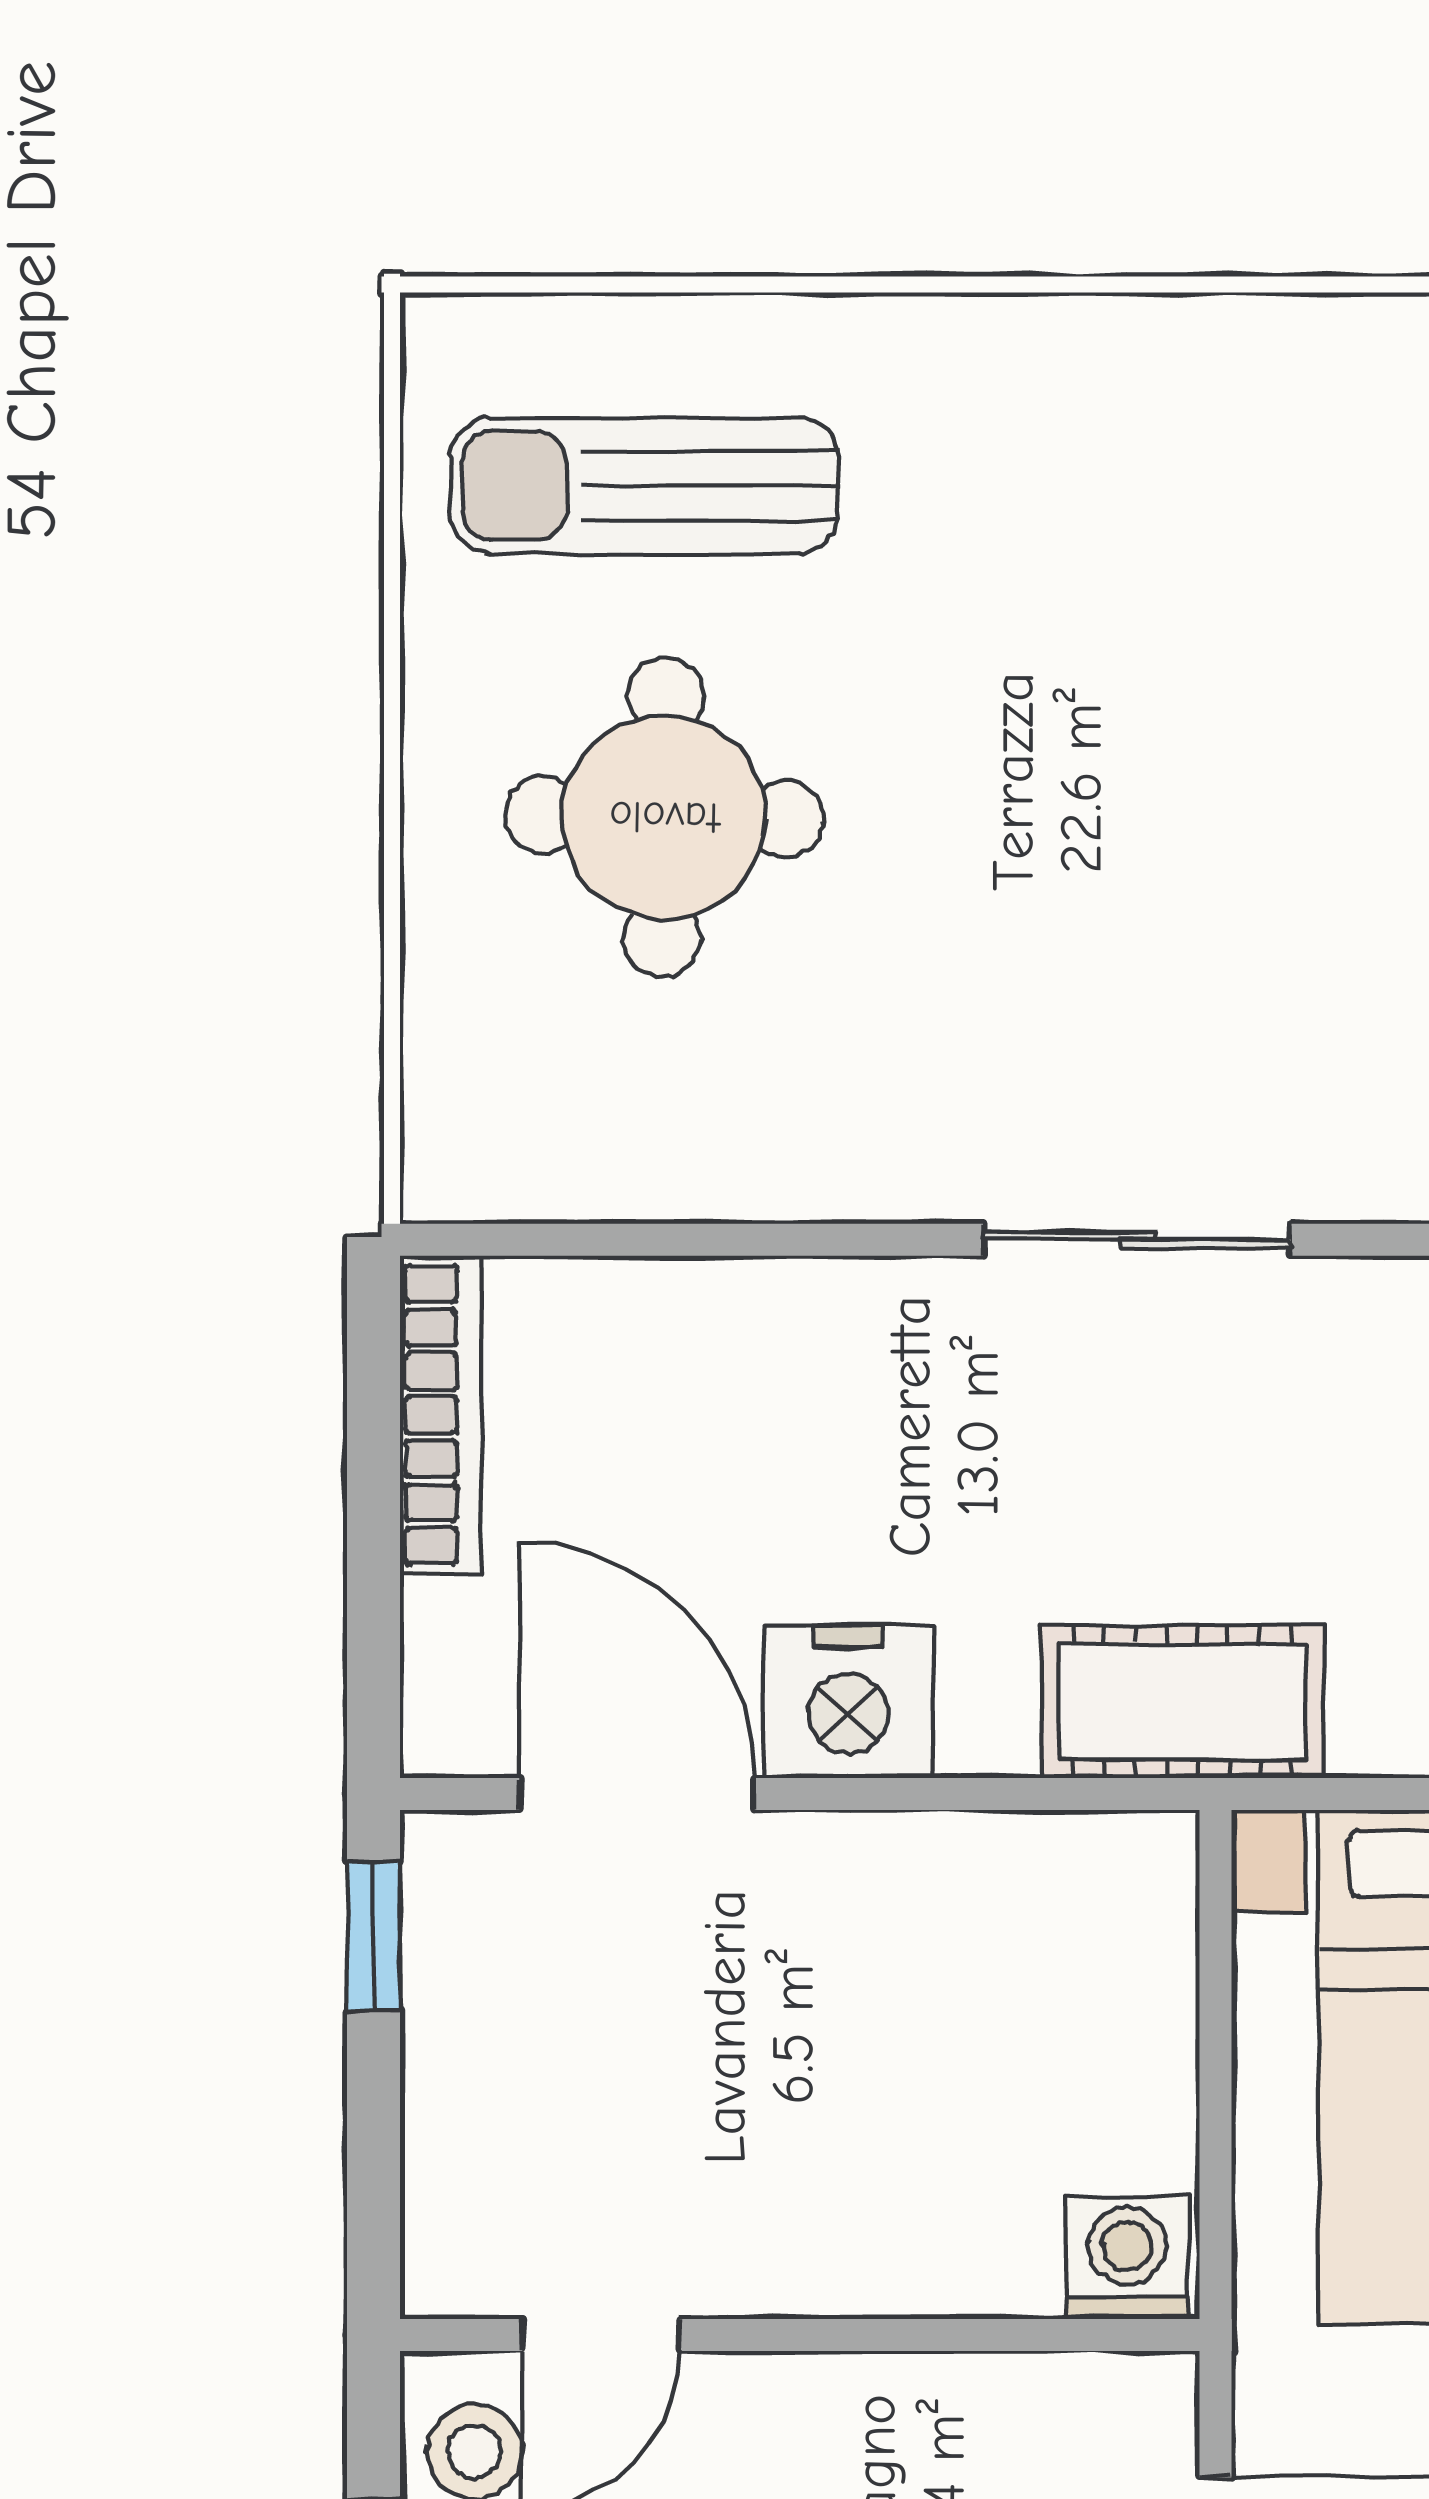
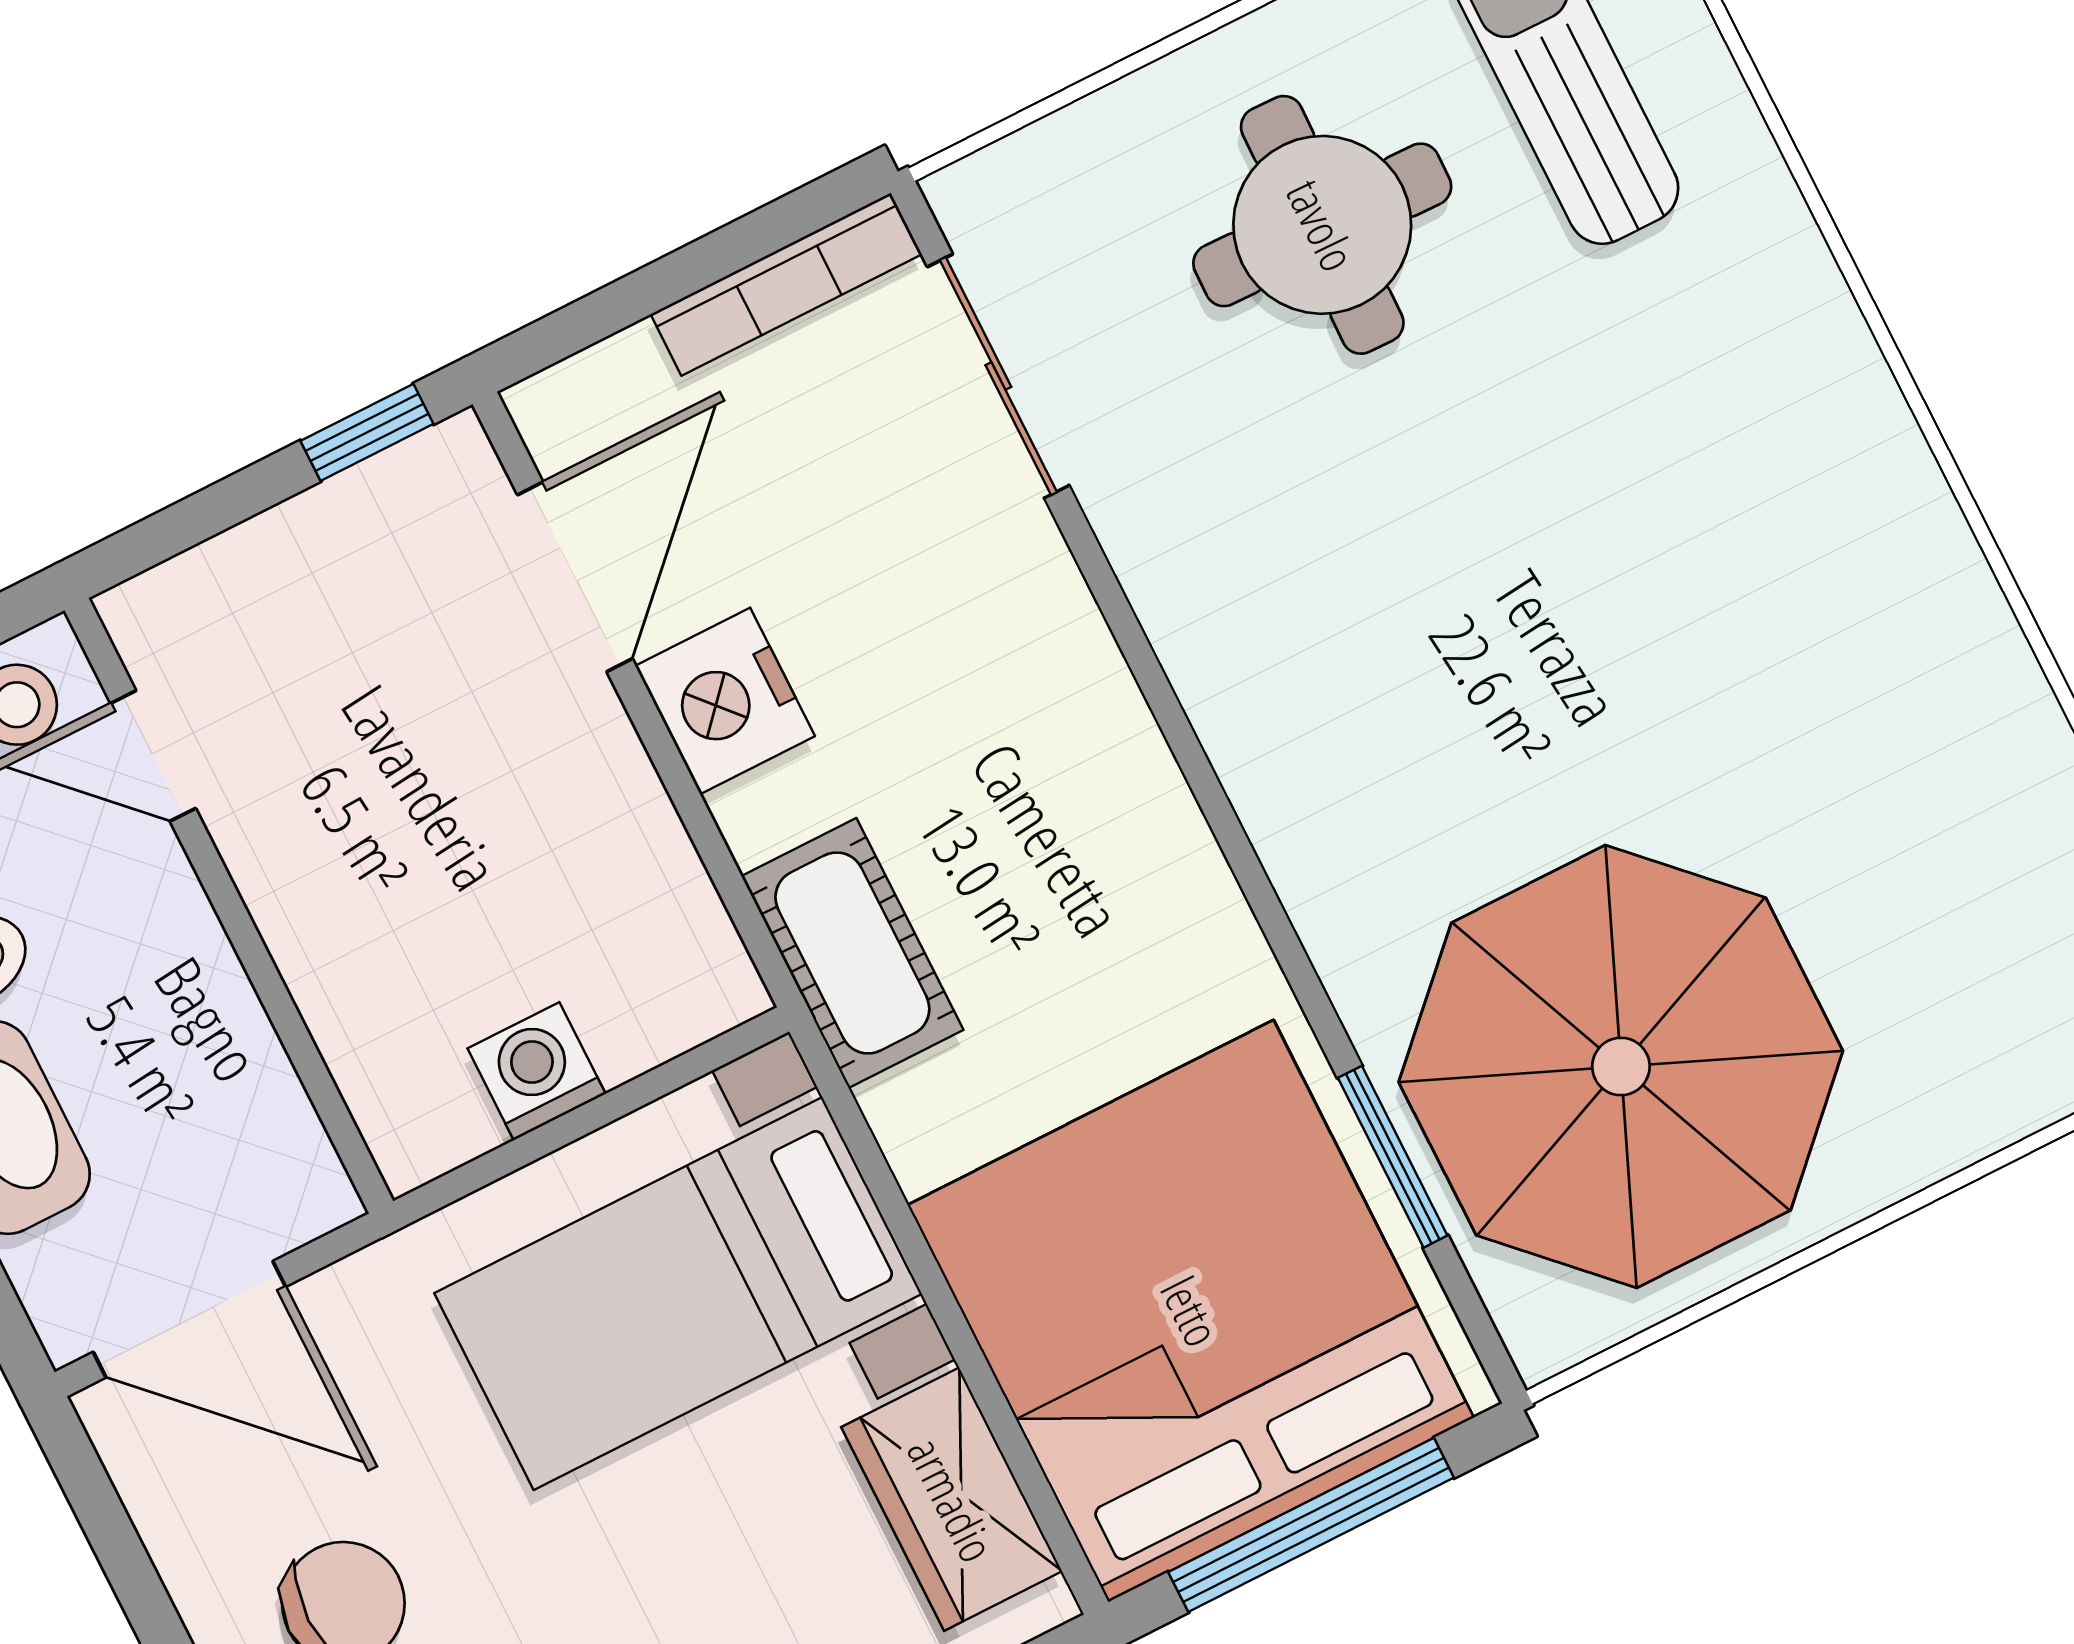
sliding door: (1137, 1240) -> (998, 376), moved
washing machine: (1127, 2258) -> (537, 1071), moved, turned -90

